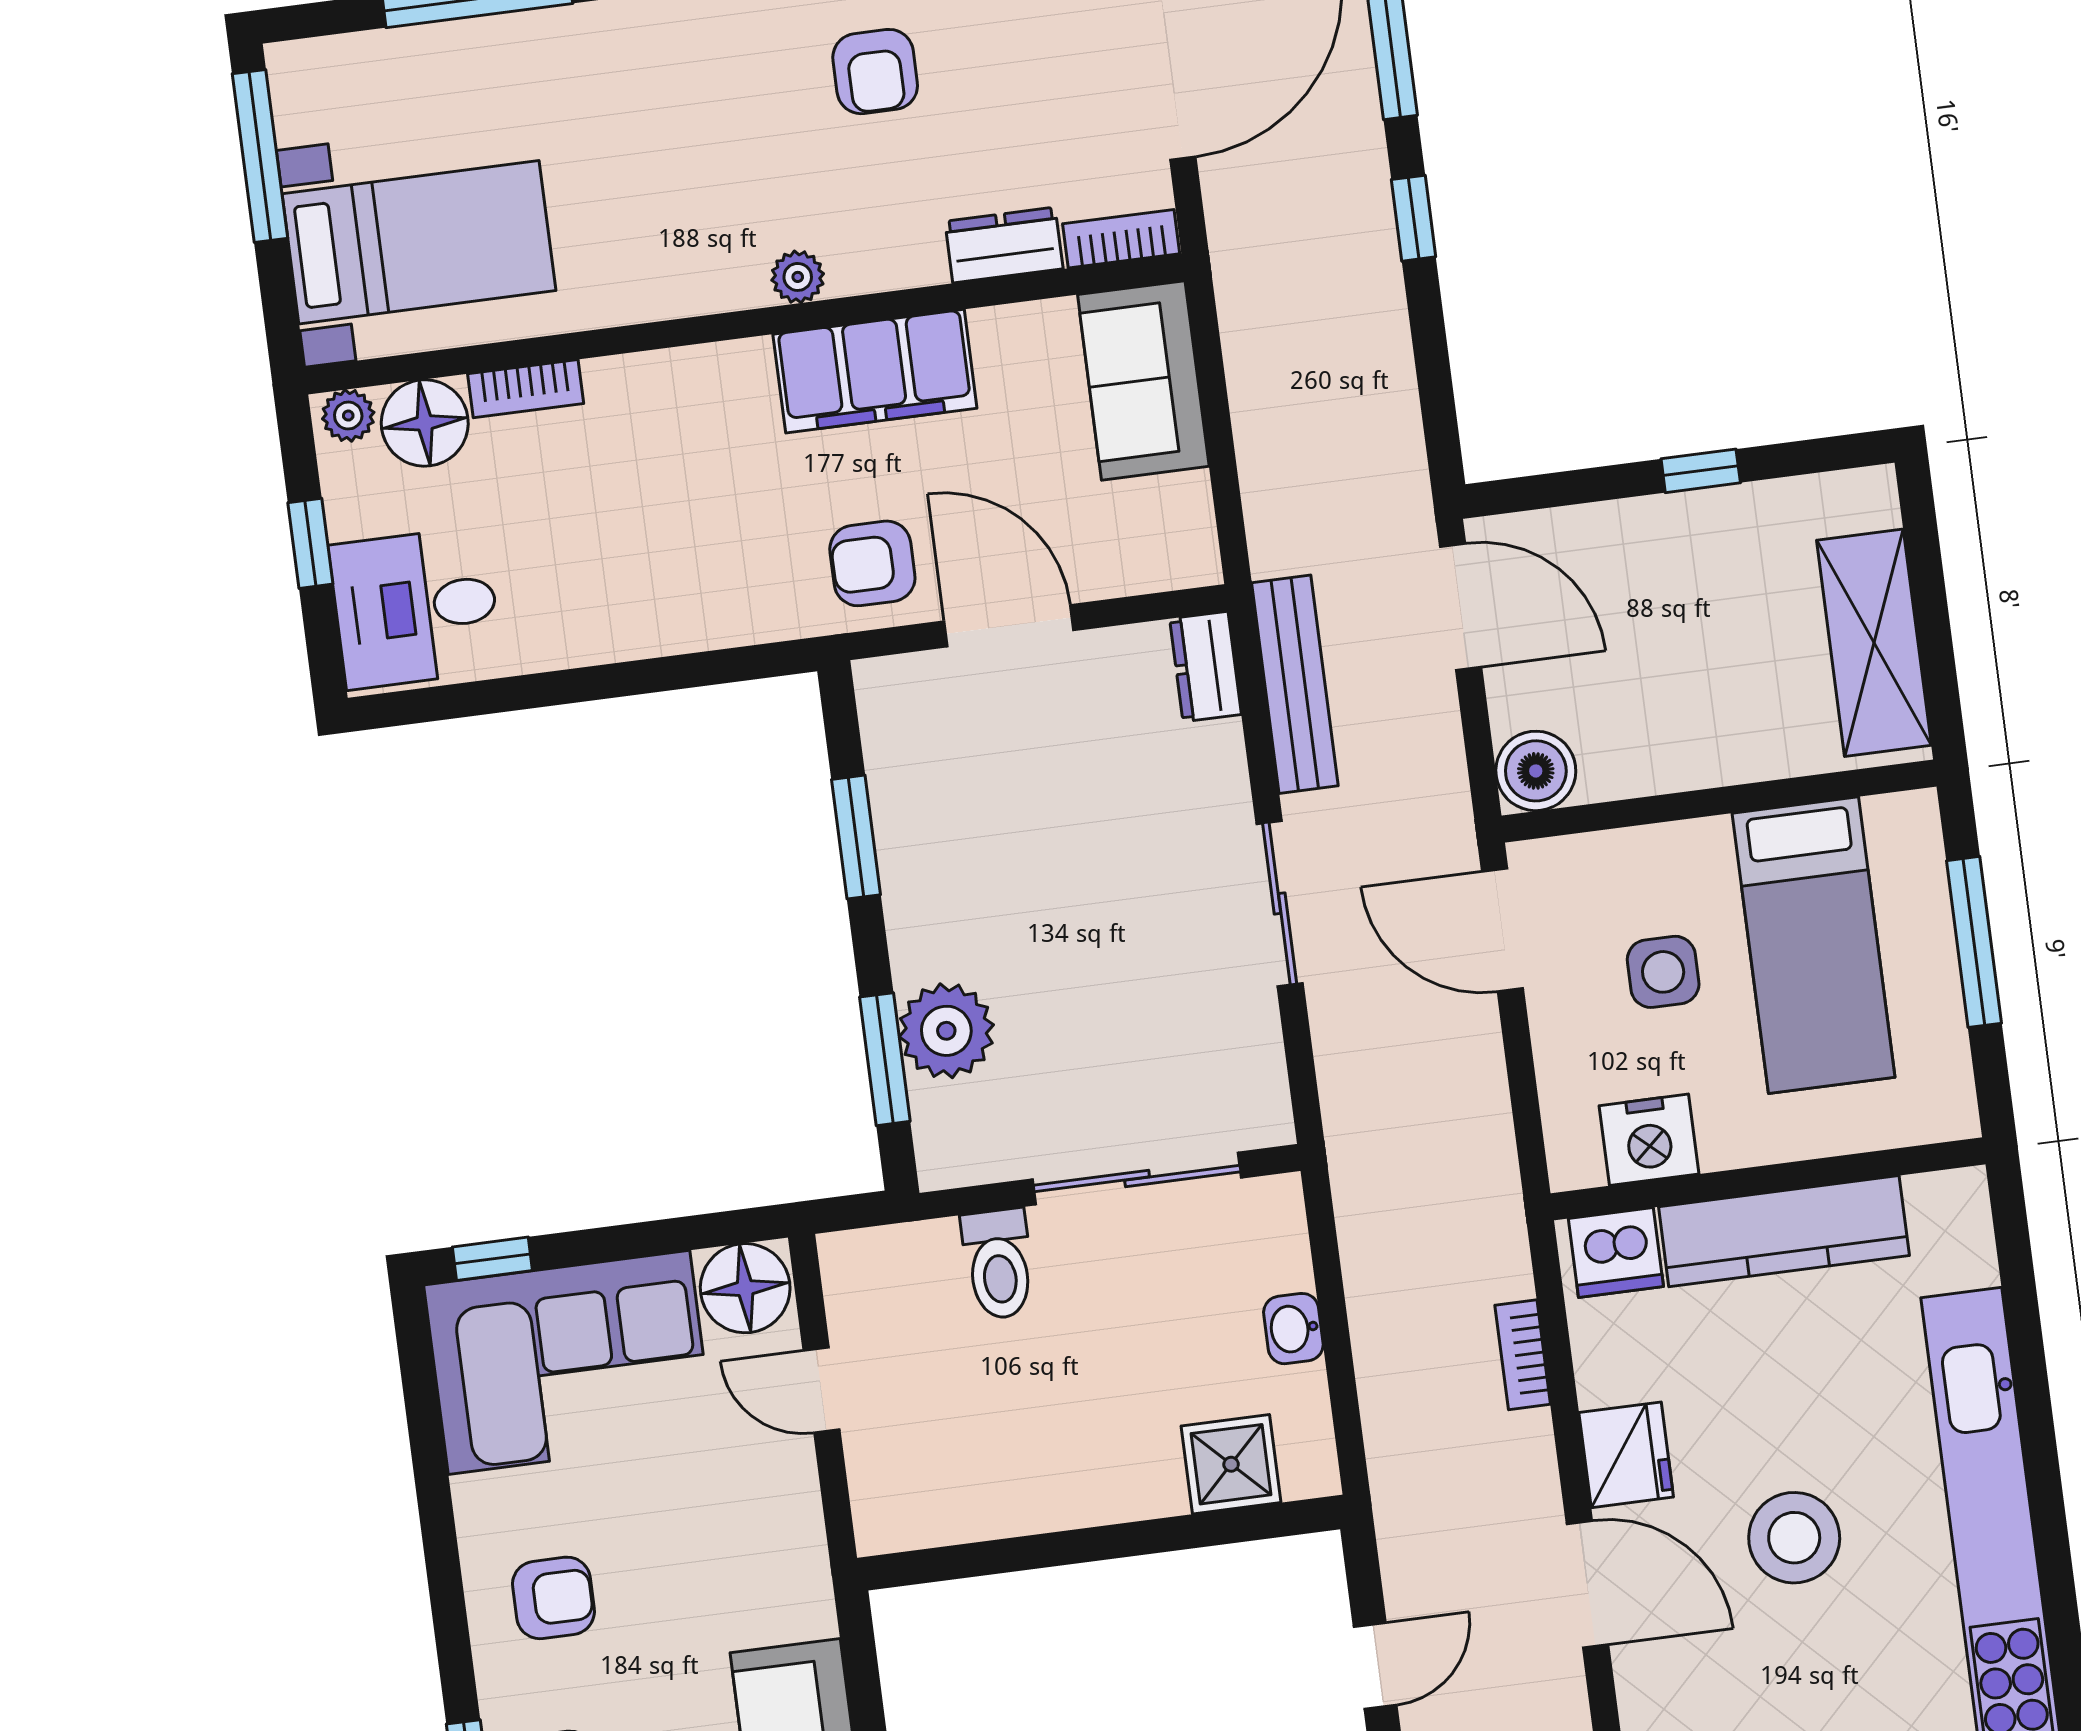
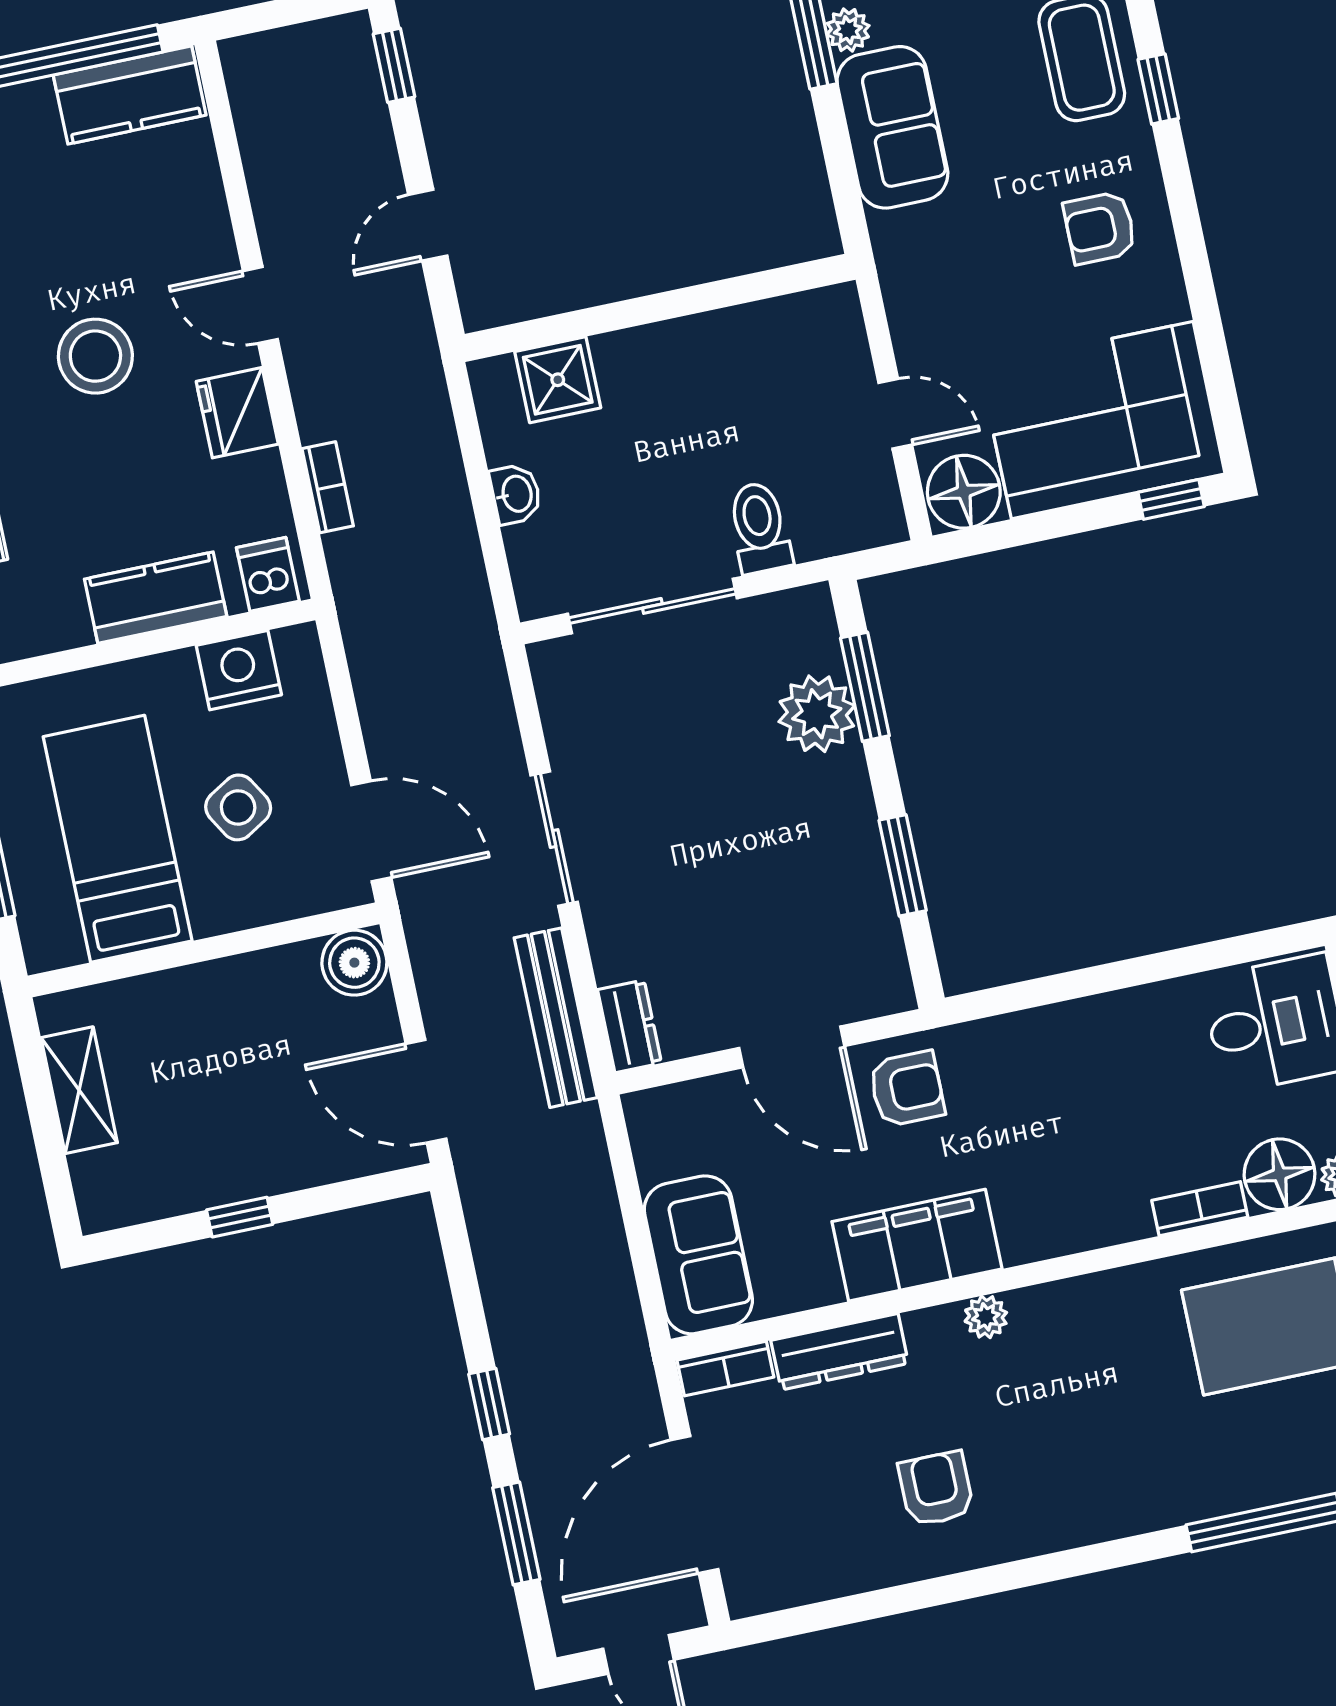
dresser: (1004, 245) -> (840, 1352), width x1.44
shelving: (1874, 643) -> (79, 1090), width x0.67, depth x0.75
side table: (1663, 972) -> (238, 807), turned -31
kitchen counter: (1784, 1231) -> (156, 598), width x0.67
dishwasher: (1616, 1253) -> (268, 574), width x0.73
door: (1588, 1584) -> (260, 305), width x0.73

